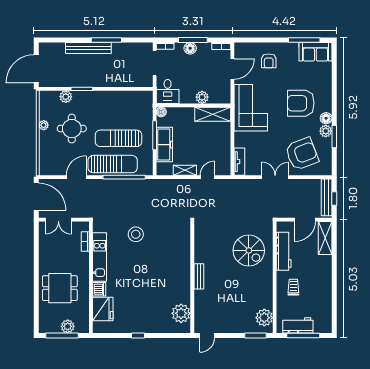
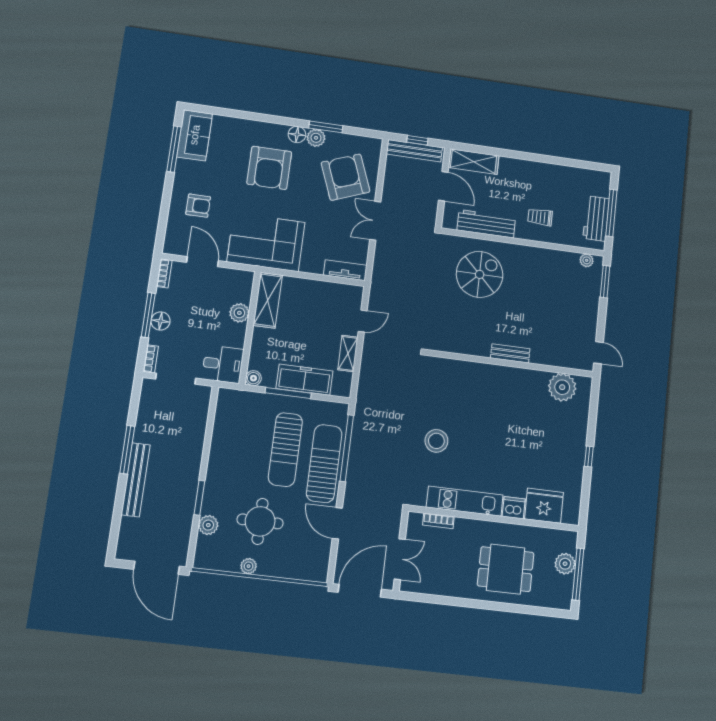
door: (207, 177) -> (363, 321), swing flipped
dining table: (60, 288) -> (506, 569), turned 90
plant: (264, 318) -> (587, 260), width x0.53, depth x0.53

